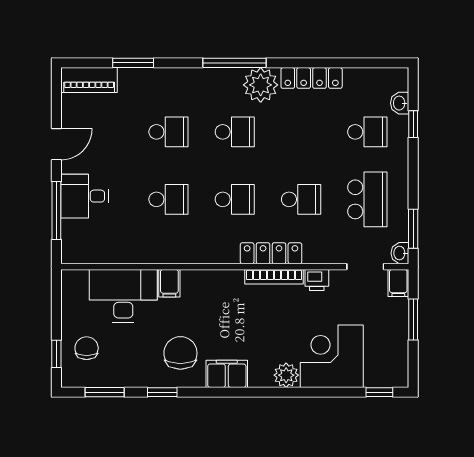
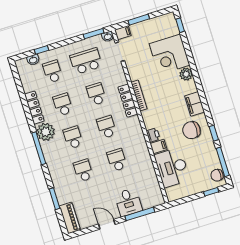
school desk: (301, 132) -> (63, 104), added
printer: (317, 280) -> (153, 135), moved
chair: (87, 348) -> (217, 175), moved
window: (105, 392) -> (223, 162), width x1.44

